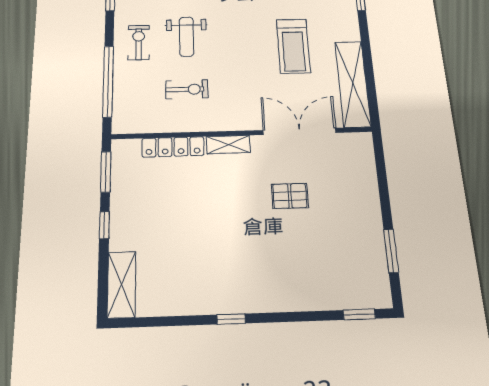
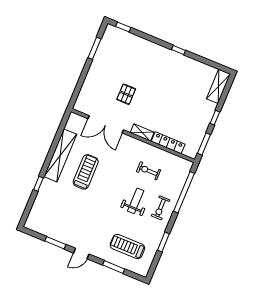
shelving: (353, 84) -> (60, 155), moved
pallet: (290, 196) -> (126, 94), turned 90

